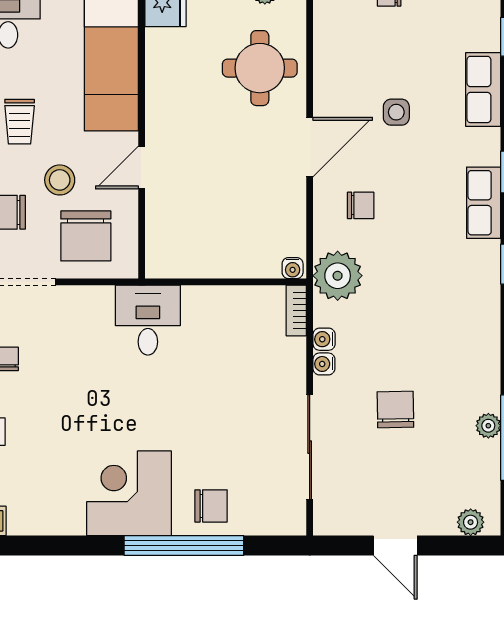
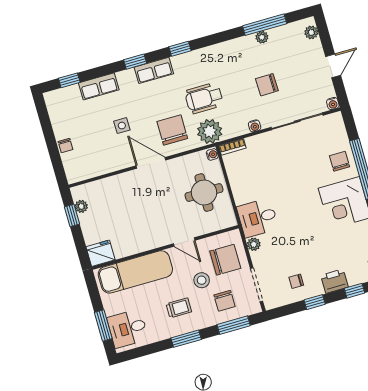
round table: (260, 68) -> (204, 192), moved
chair: (361, 205) -> (172, 130), width x1.87, depth x1.87
wheelchair: (404, 283) -> (204, 98), added
plant: (100, 298) -> (254, 244), added
water cooler: (324, 339) -> (333, 104), moved

